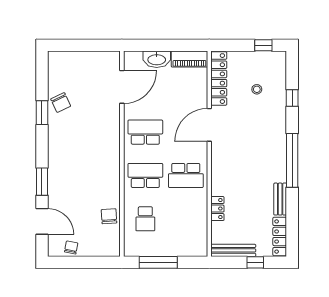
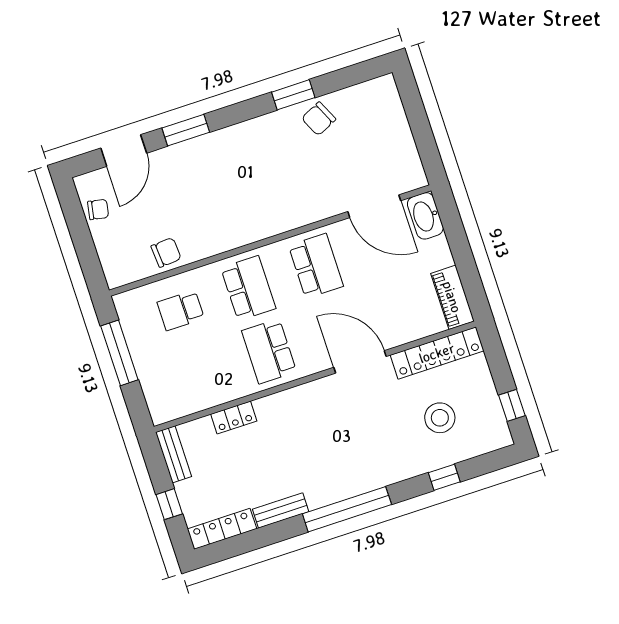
washbasin: (157, 59) -> (425, 216), moved
stool: (257, 89) -> (440, 418), width x1.89, depth x1.89
bench: (233, 250) -> (174, 454), width x0.73

